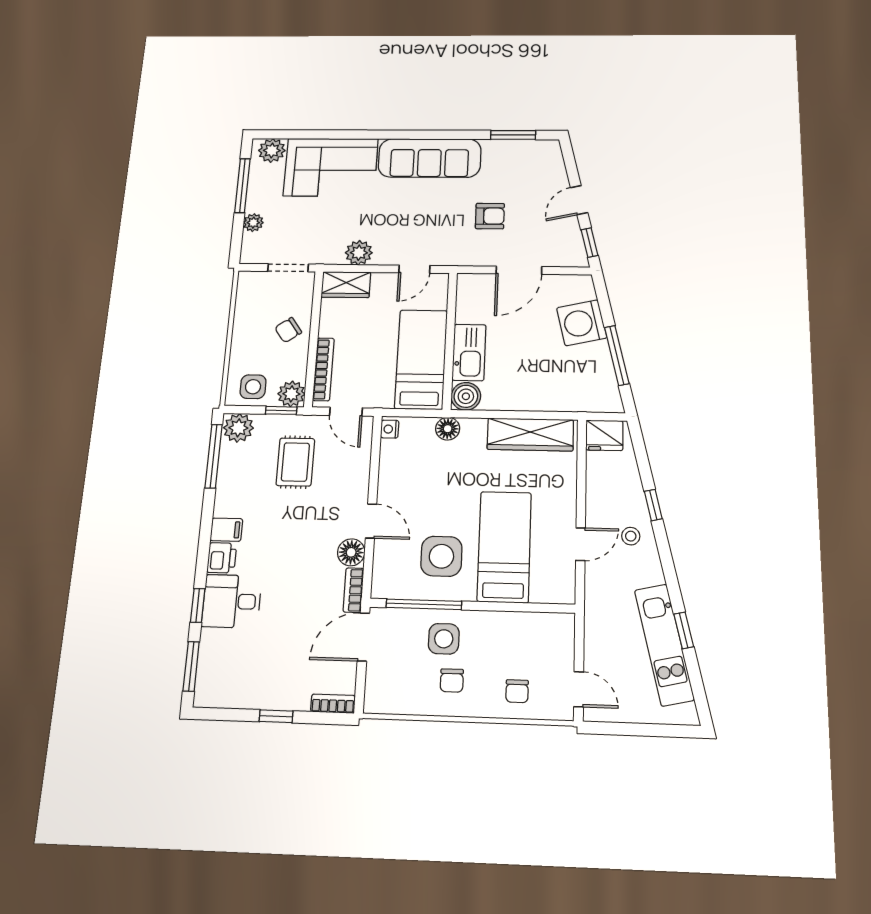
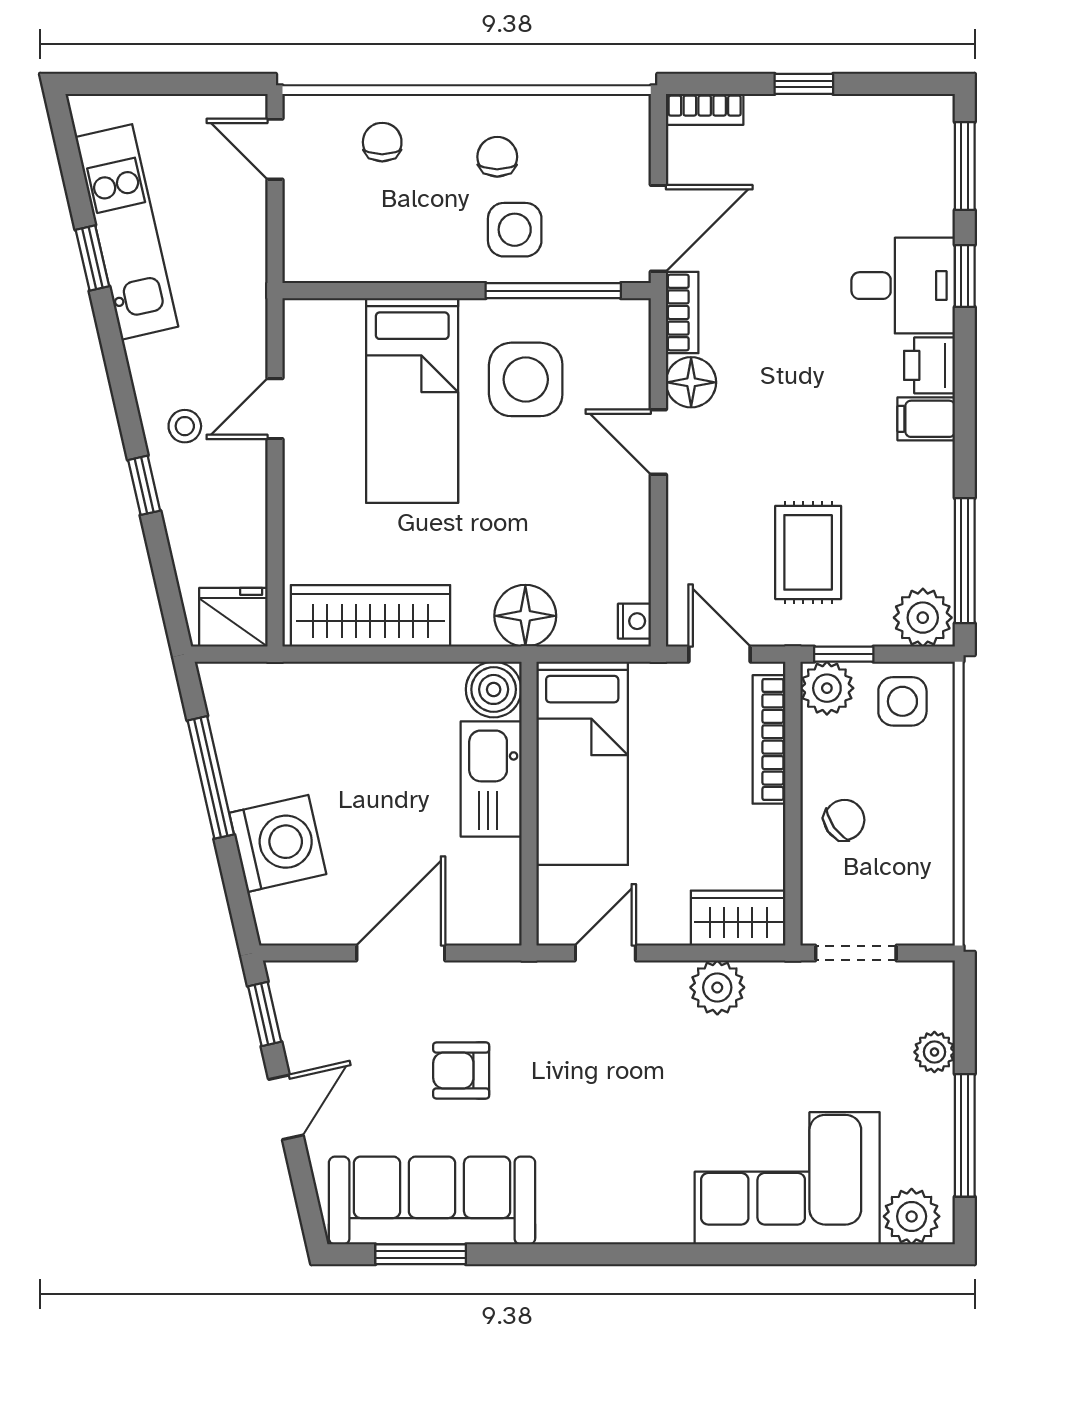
sofa: (430, 158) -> (432, 1200), moved
floor lamp: (448, 429) -> (525, 616), width x1.38, depth x1.38

